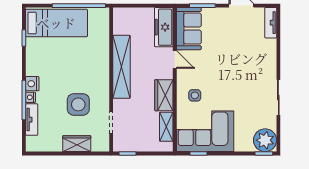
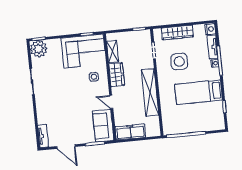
bed: (56, 23) -> (199, 92), moved
freezer: (164, 27) -> (130, 132), moved, turned -90
nightstand: (32, 84) -> (210, 29), moved
wardrobe: (77, 144) -> (177, 32), width x1.50

